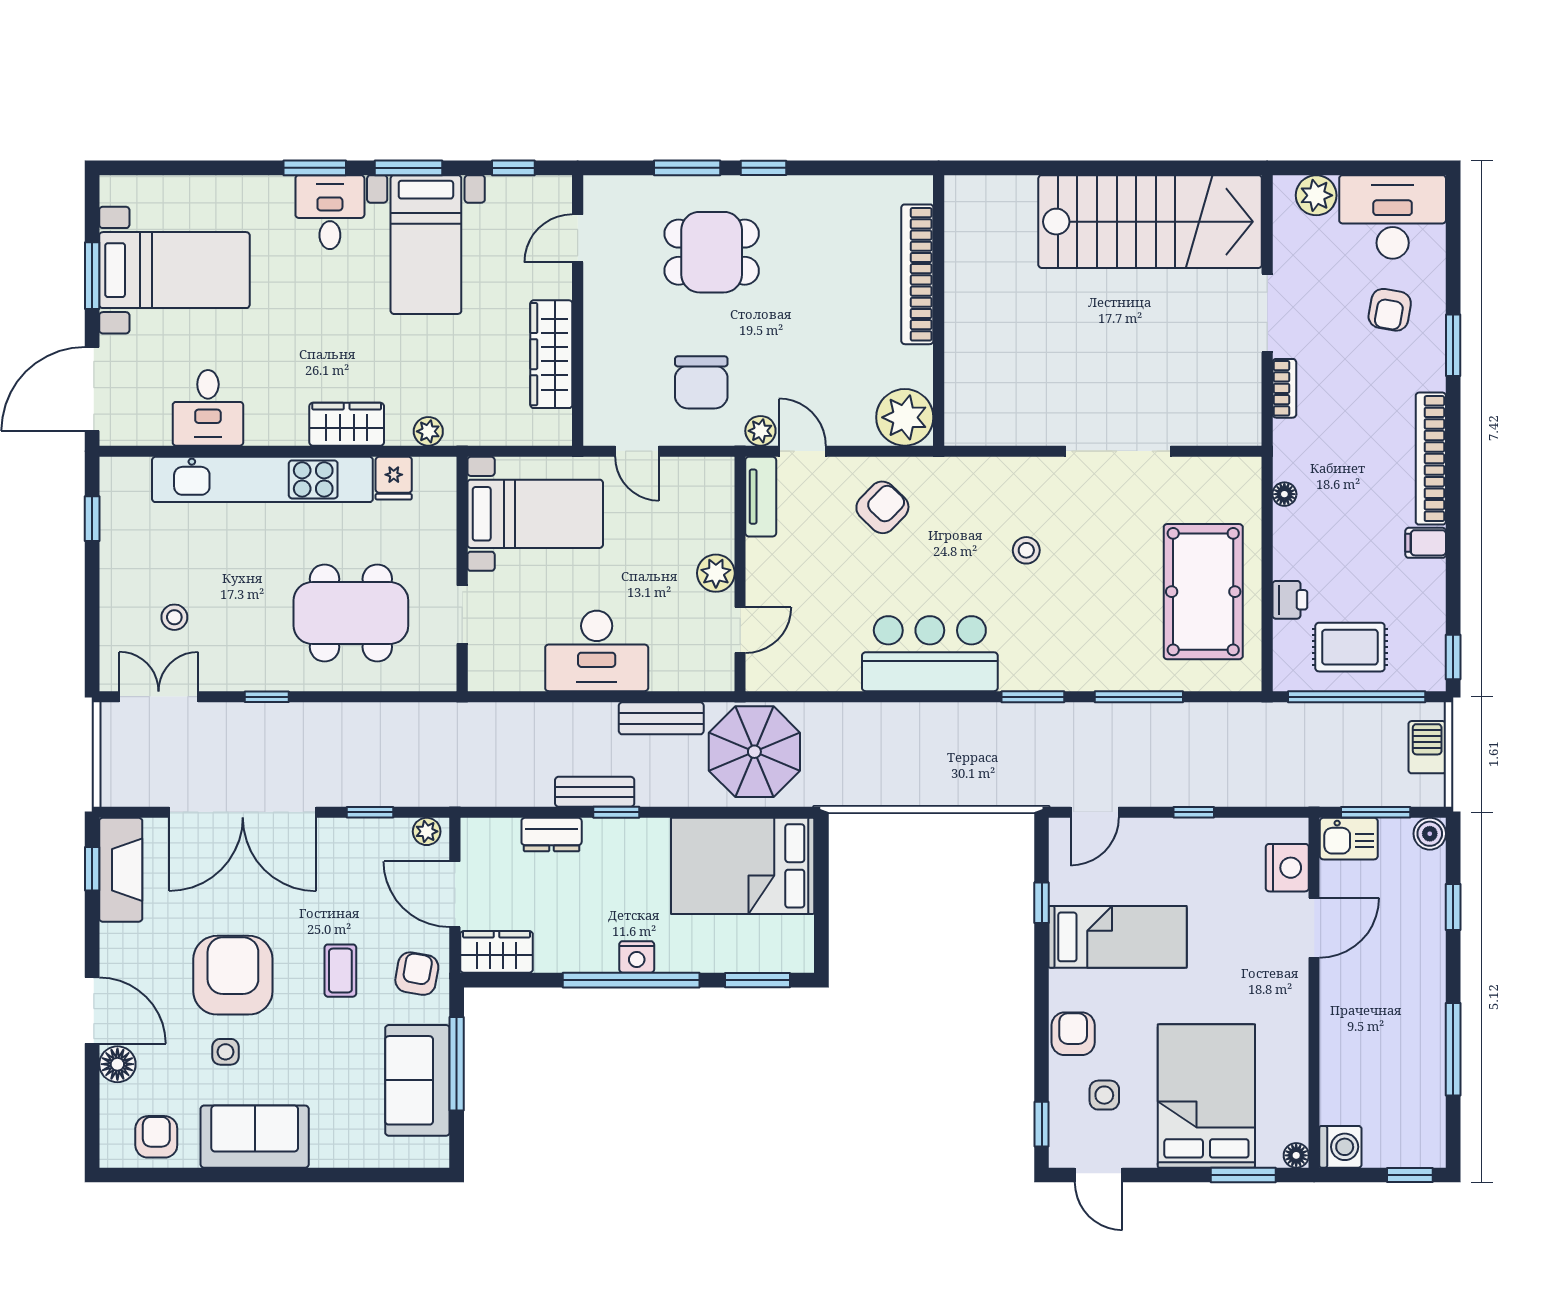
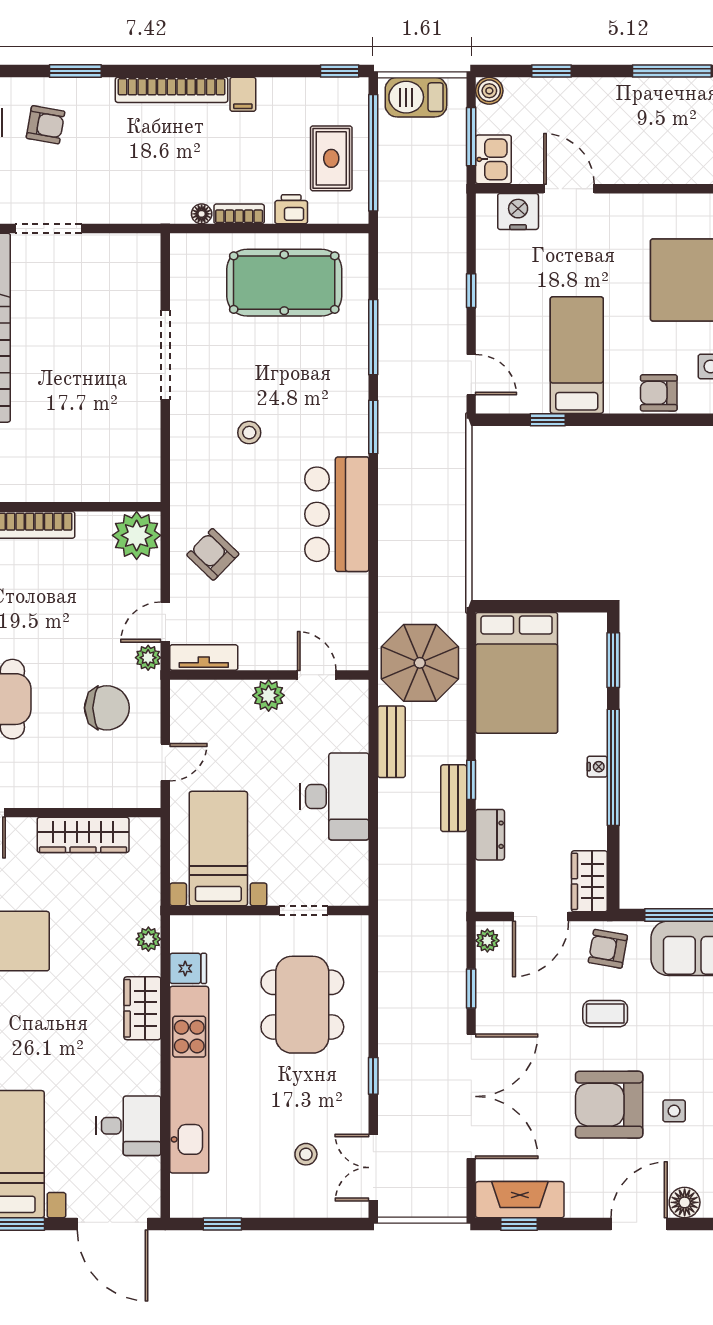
bookcase: (1284, 388) -> (239, 214), moved
barbecue: (1427, 747) -> (416, 97), width x1.38, depth x1.27
nightstand: (637, 957) -> (597, 767), width x0.72, depth x0.74

